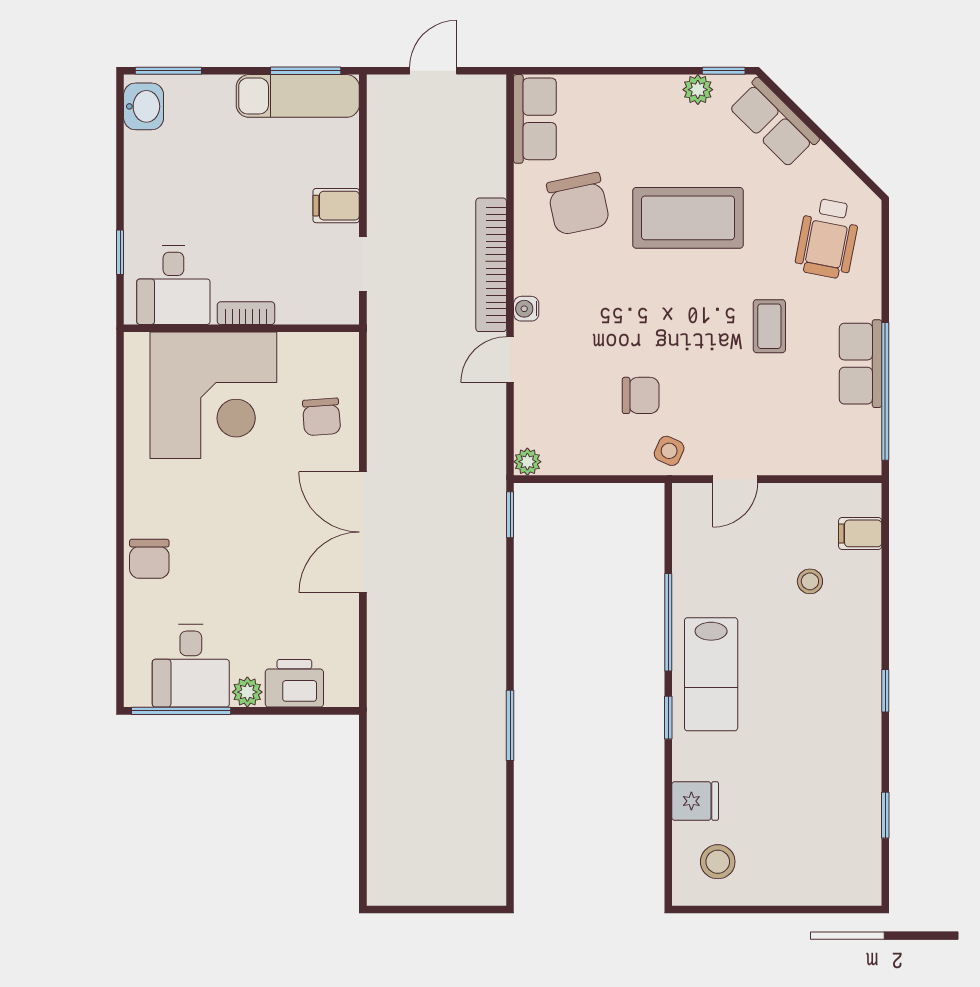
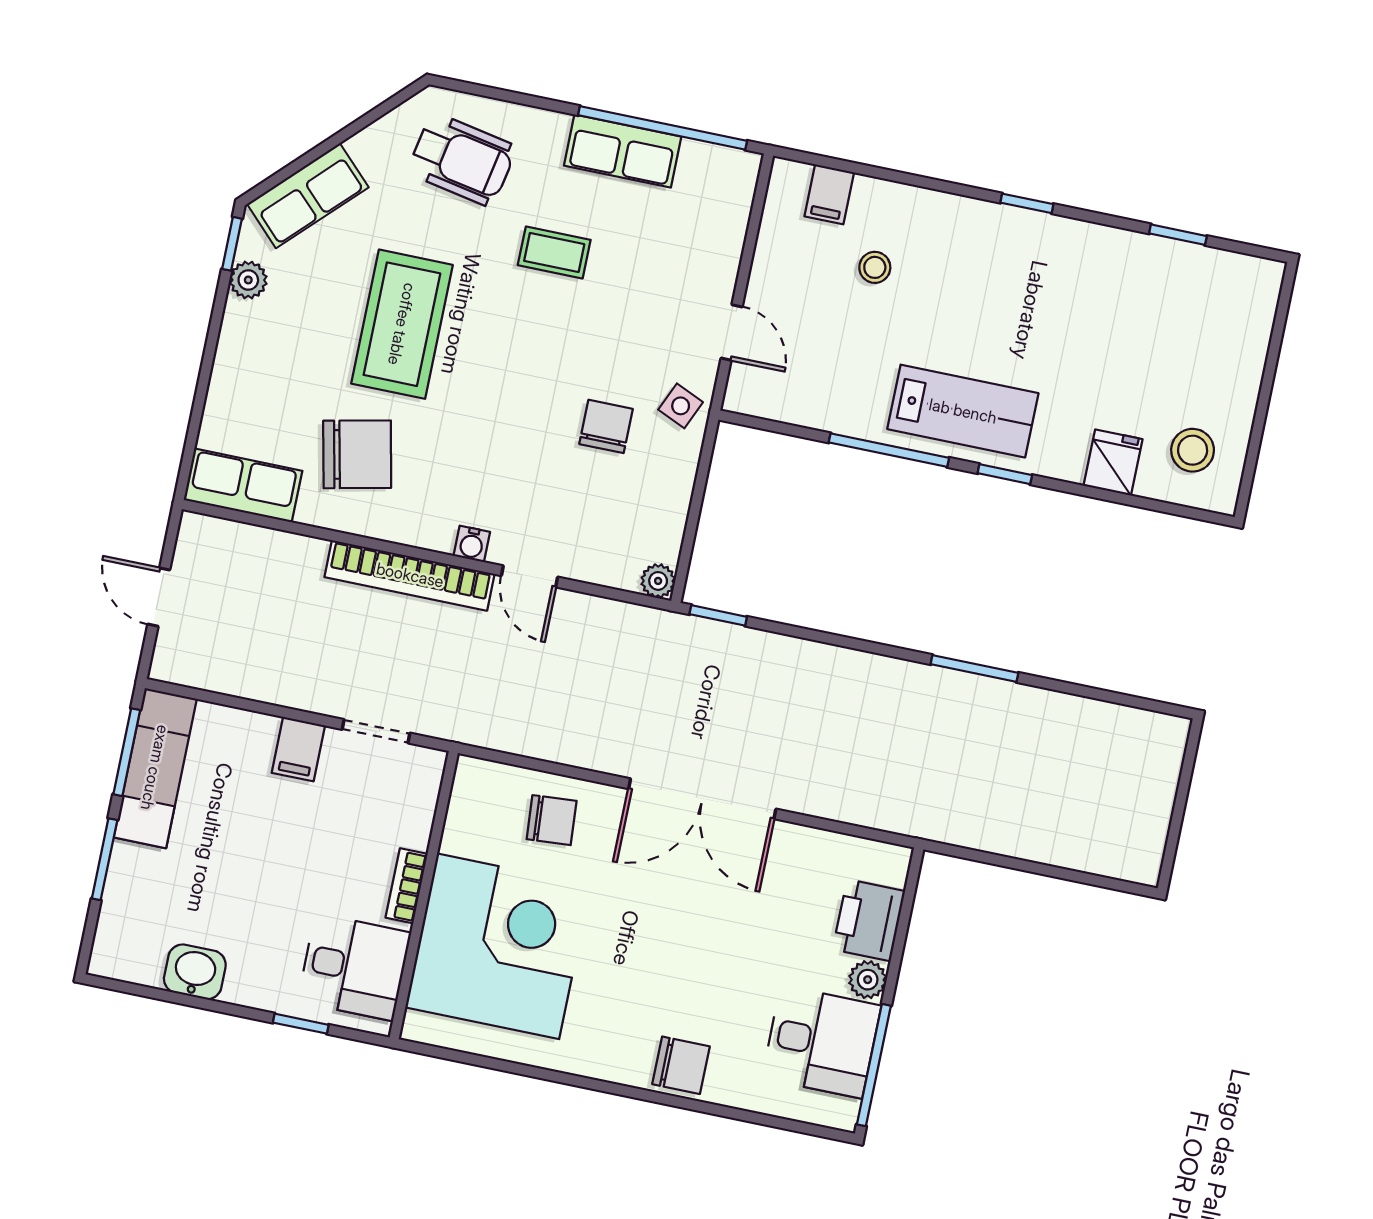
window: (168, 71) -> (105, 859), moved
washbasin: (144, 106) -> (195, 972), moved

